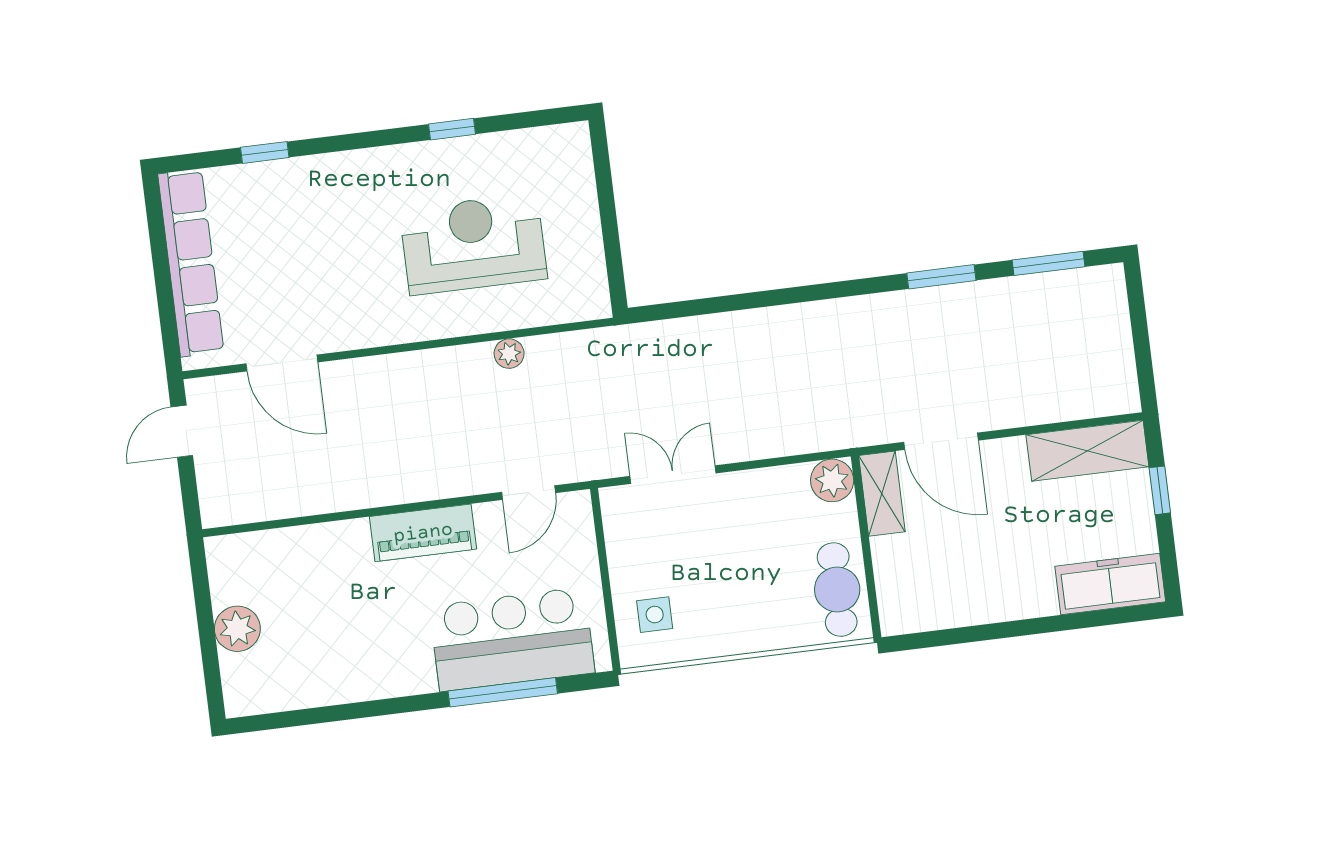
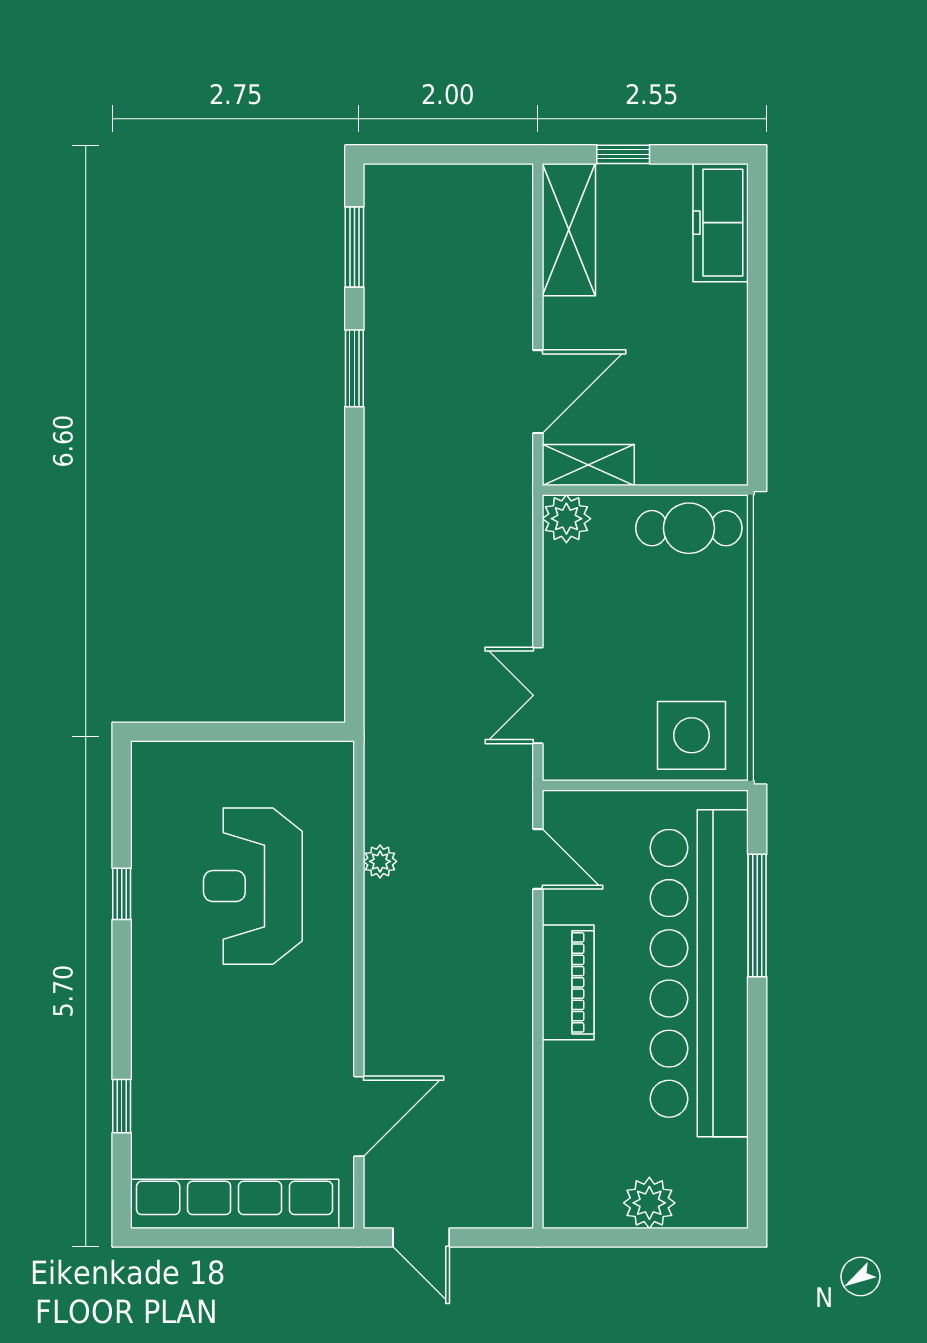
side table: (655, 615) -> (692, 735), width x1.87, depth x1.87
bar counter: (512, 639) -> (699, 973), width x1.86

